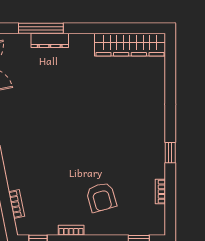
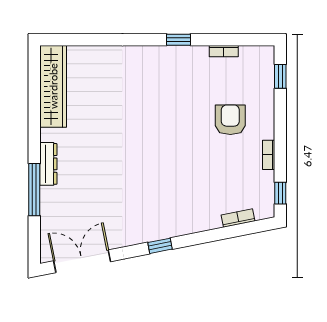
dresser: (50, 40) -> (48, 164), moved
armchair: (101, 197) -> (230, 120), turned -74

